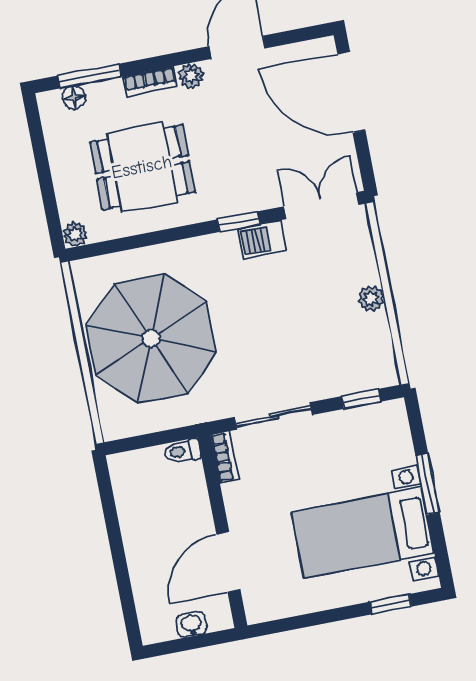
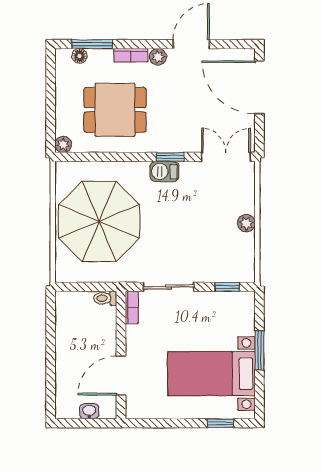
barbecue: (262, 240) -> (164, 172), moved

